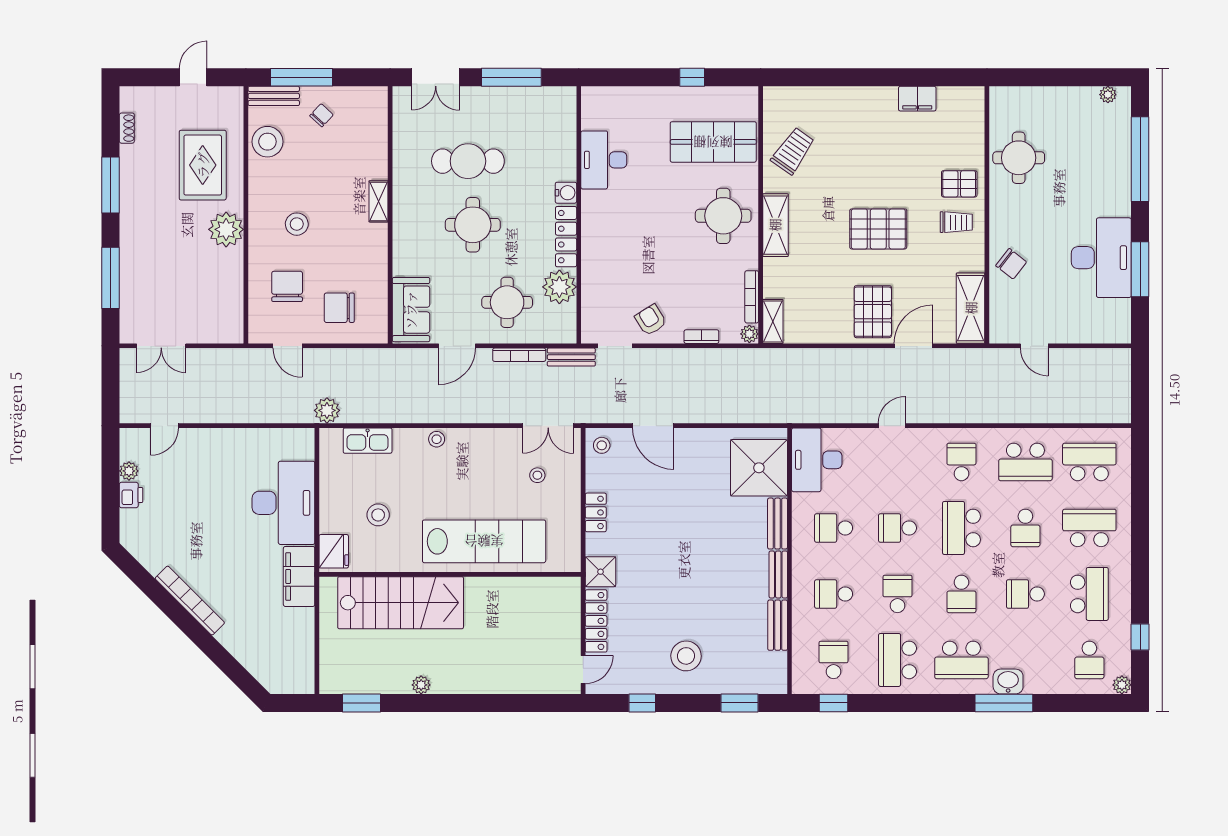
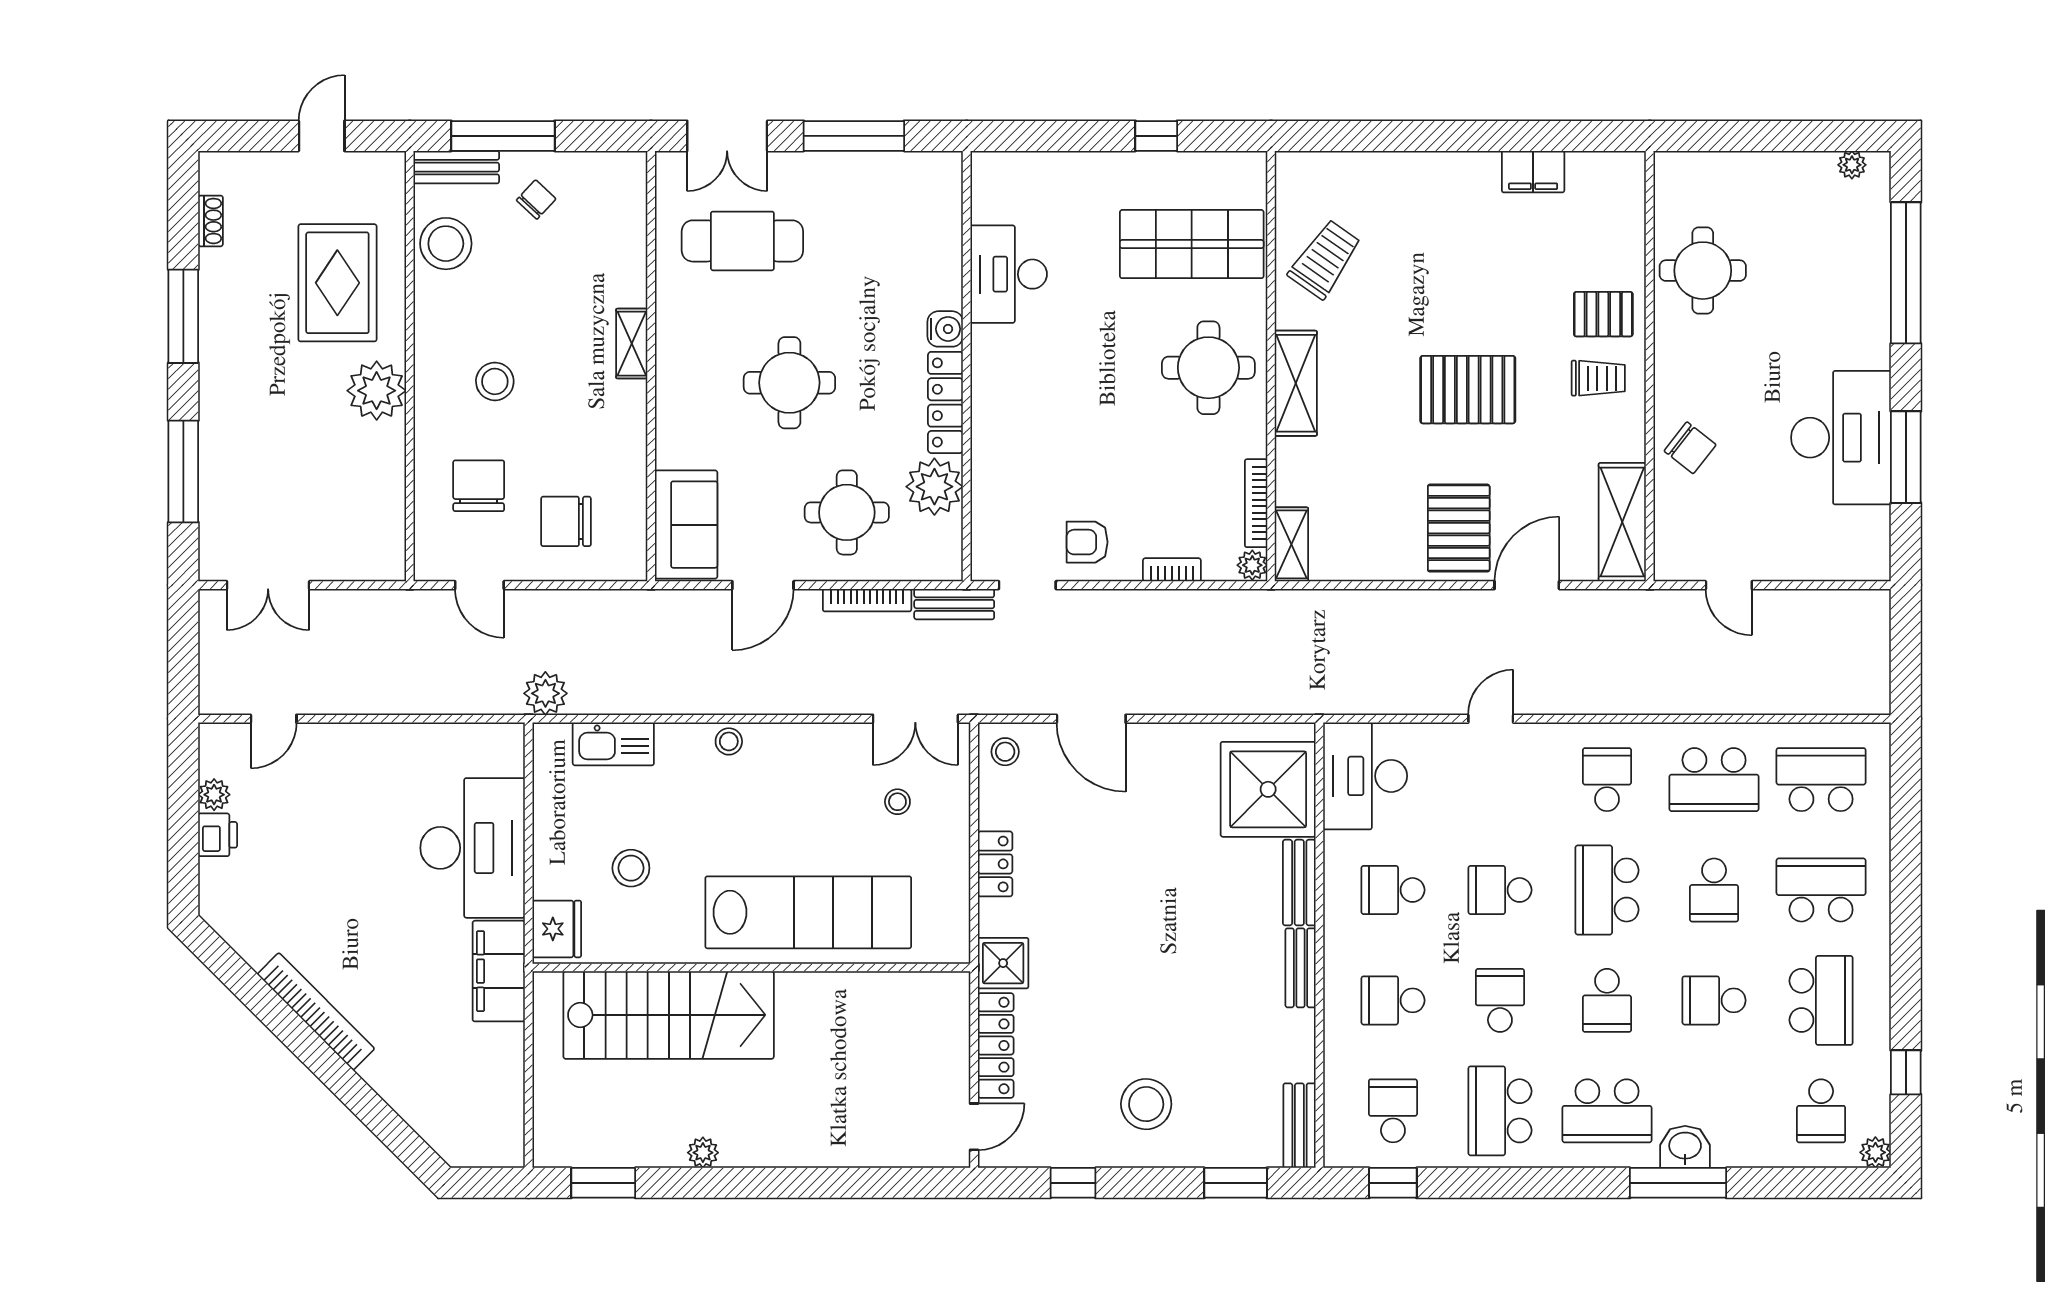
cafe table: (468, 161) -> (742, 241), moved
armchair: (651, 320) -> (1087, 542), turned -58
bench: (778, 625) -> (1299, 1126), moved

